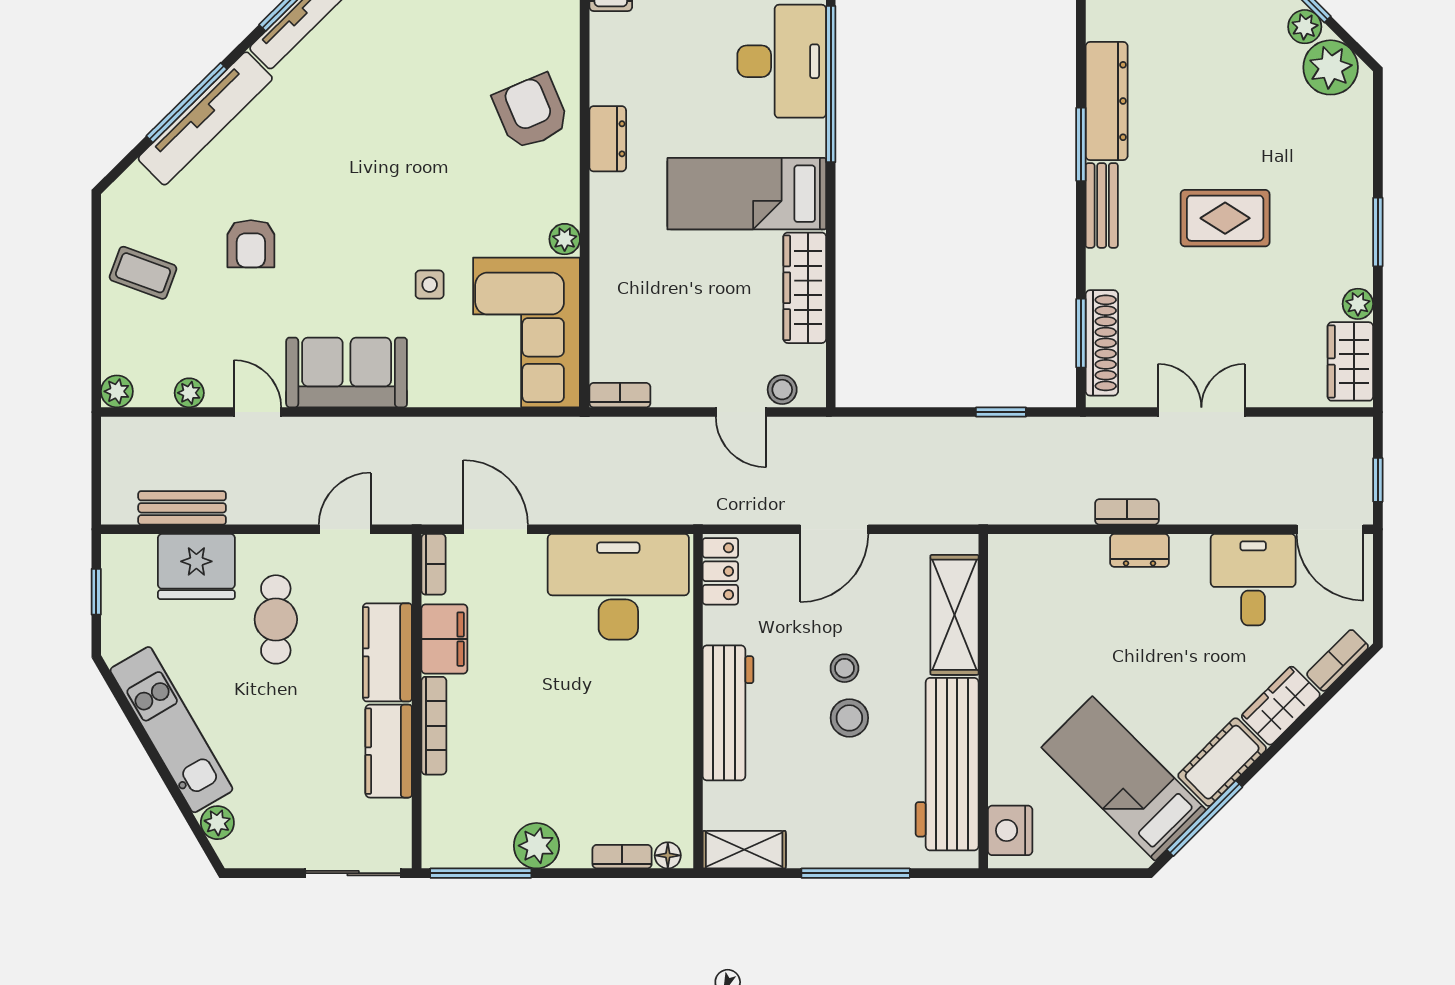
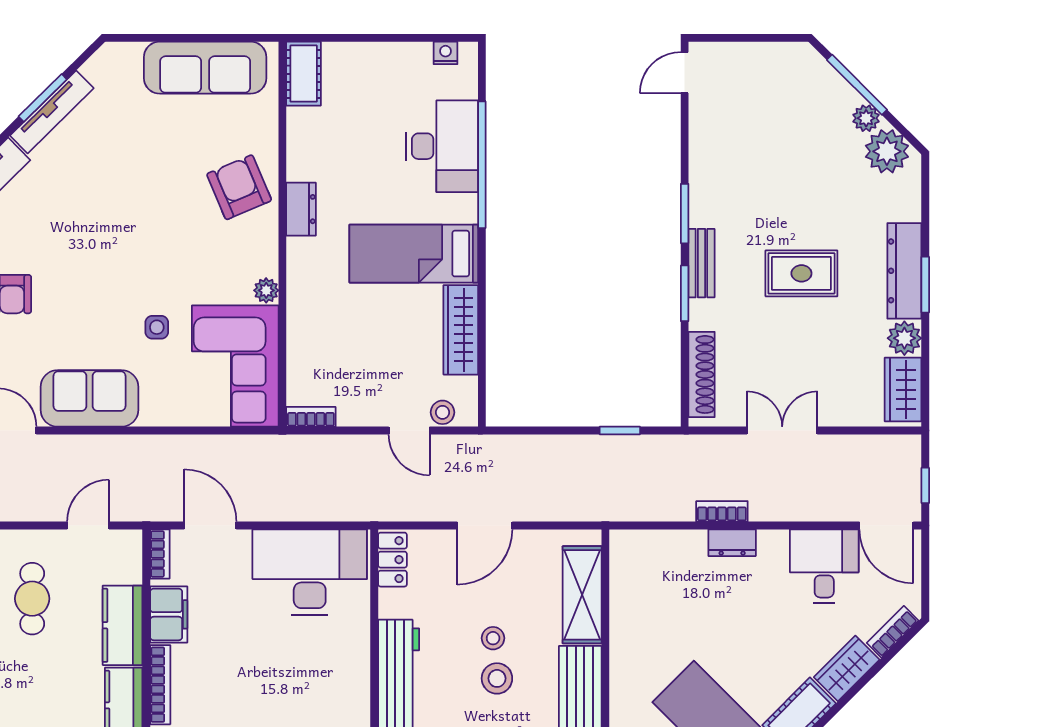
dresser: (1107, 101) -> (904, 271), moved, turned 180
plant: (1358, 304) -> (904, 338), width x1.38, depth x1.38
window: (1081, 333) -> (685, 293), moved

